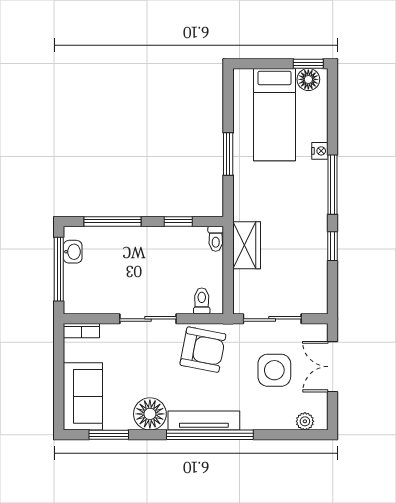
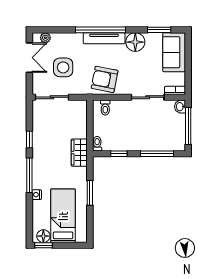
wardrobe: (247, 245) -> (79, 153), moved
washbasin: (73, 252) -> (180, 107), moved
sliding door: (148, 319) -> (148, 97), moved
sliding door: (272, 319) -> (52, 97), moved
double door: (333, 367) -> (29, 58), moved

